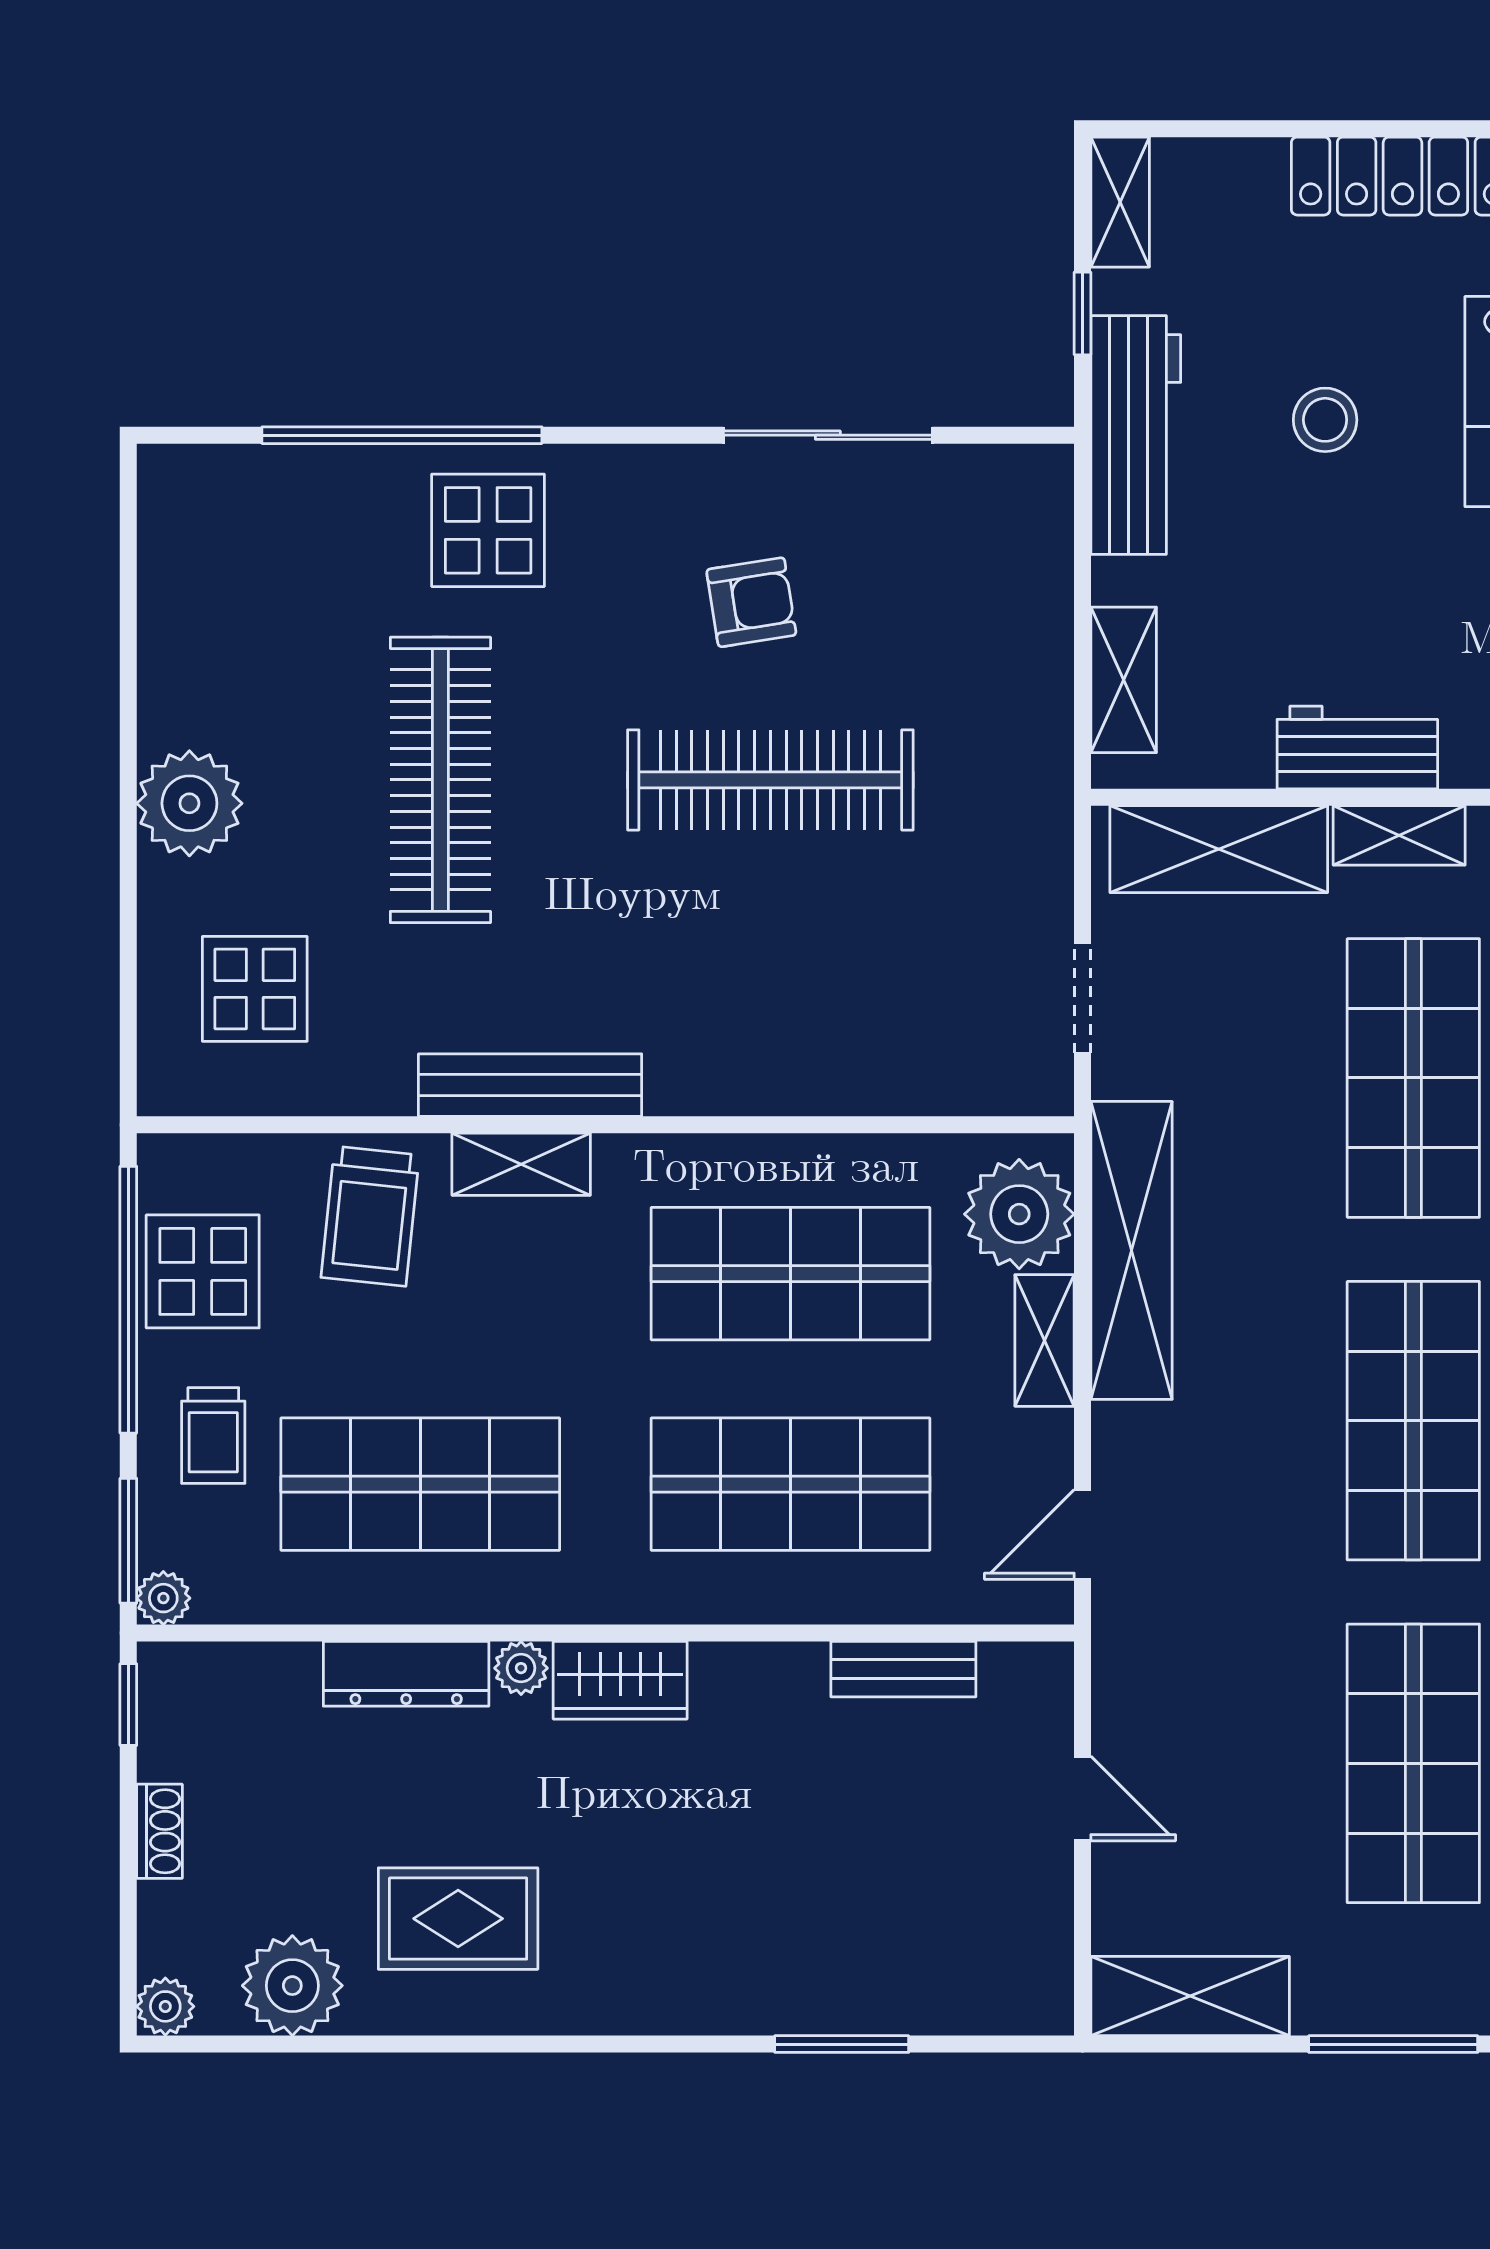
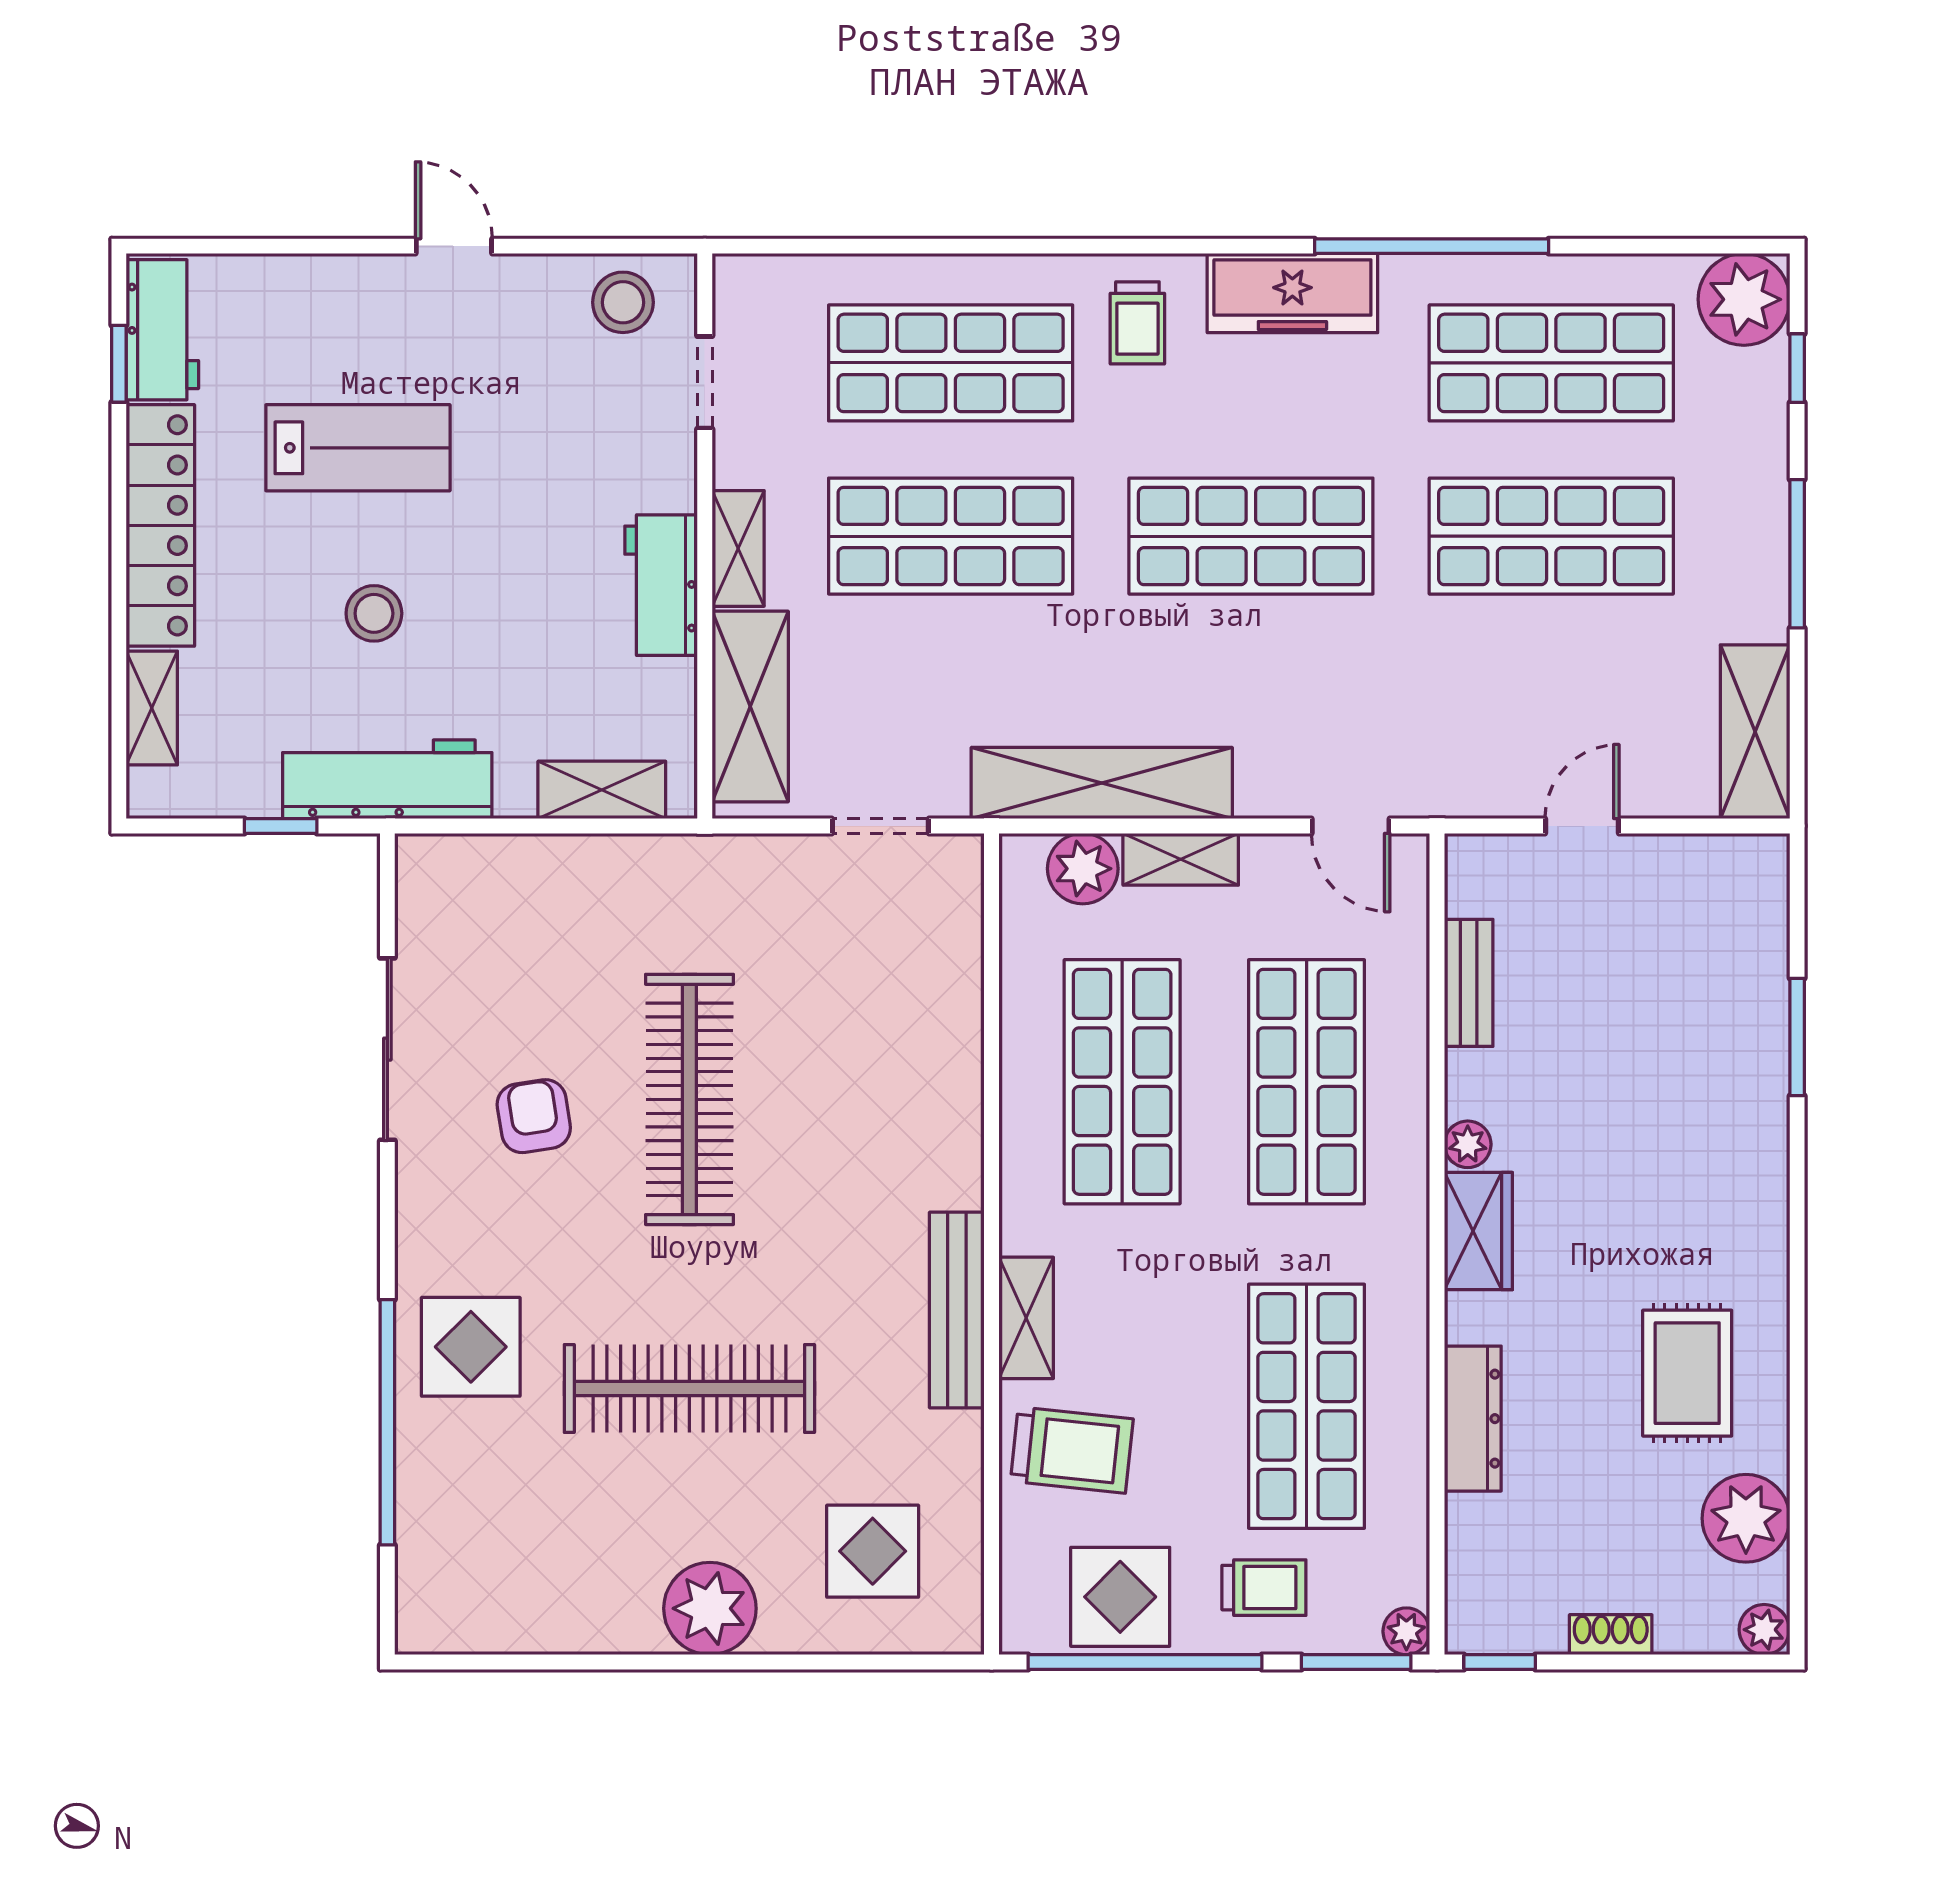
shelving: (1120, 202) -> (152, 708), moved, turned 90
plant: (1019, 1214) -> (1083, 869), width x0.73, depth x0.73
plant: (521, 1668) -> (1468, 1144), moved

